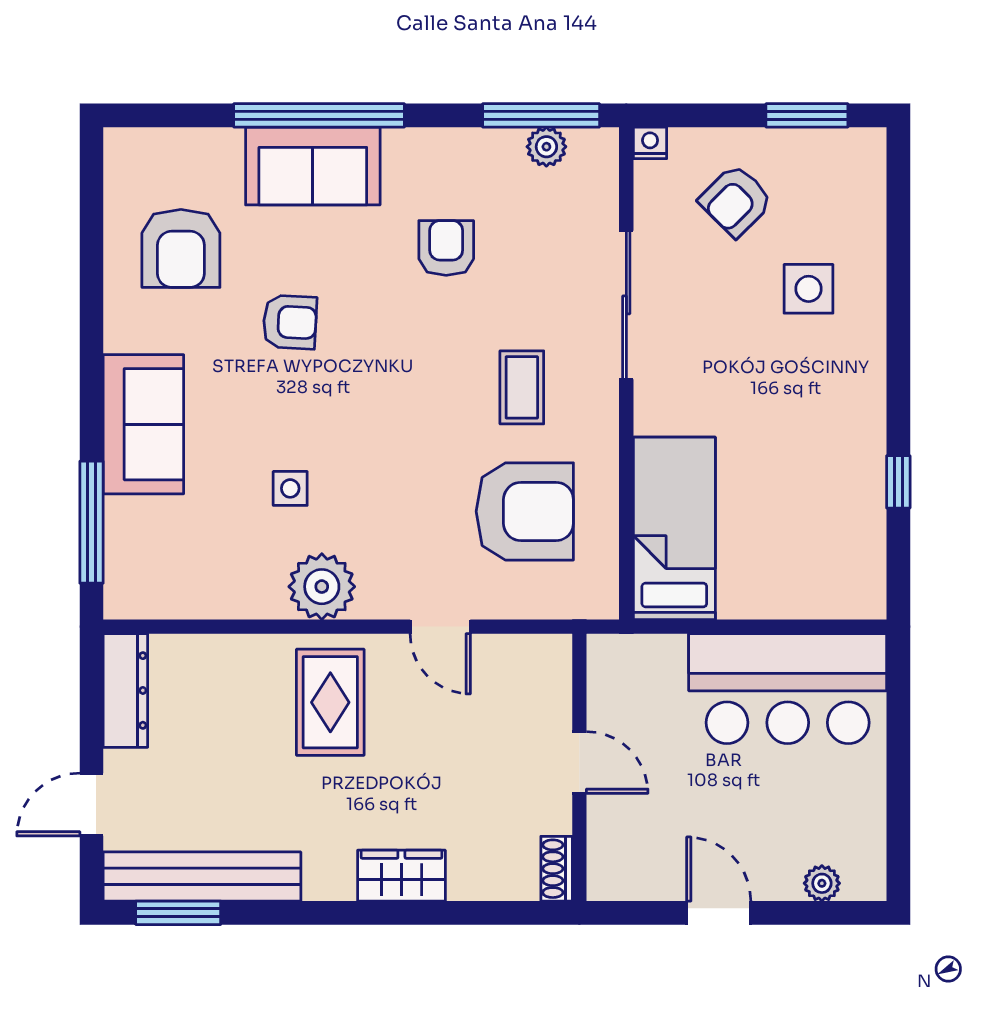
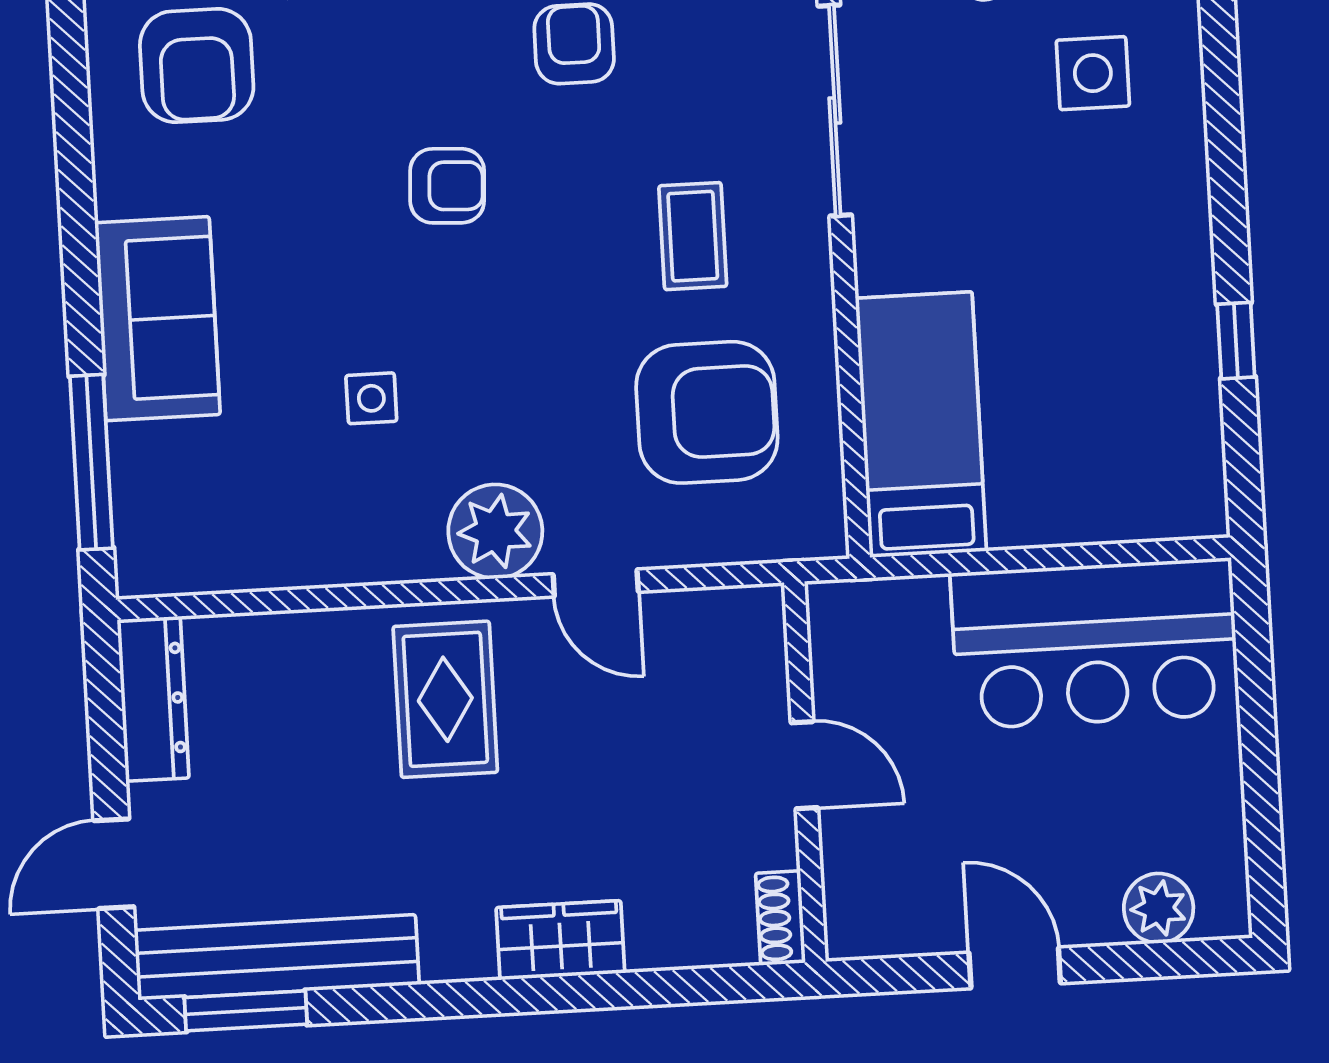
armchair: (290, 322) -> (447, 186), moved
plant: (322, 587) -> (495, 531), moved
plant: (822, 883) -> (1159, 908), width x1.38, depth x1.38

